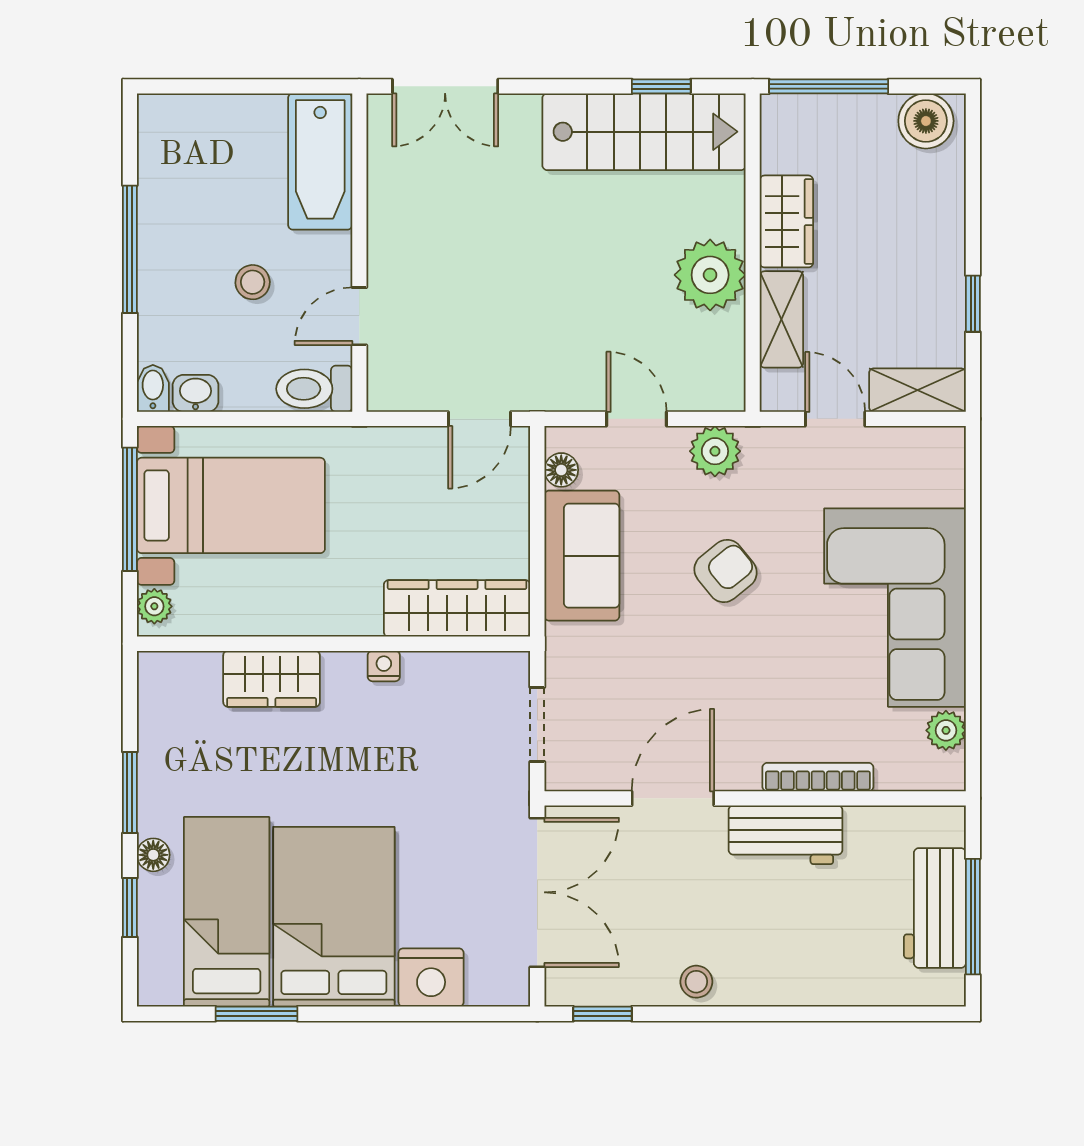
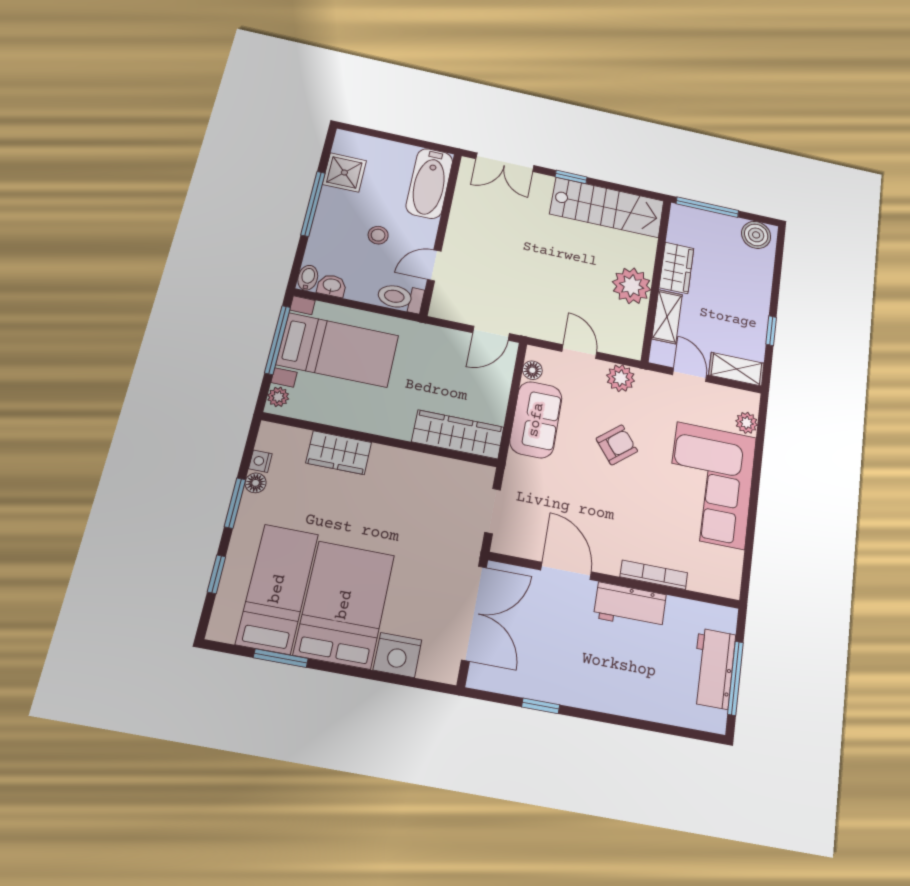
window: (661, 86) -> (571, 177), moved
shower: (169, 177) -> (344, 172), added
nightstand: (384, 666) -> (260, 461), moved, turned -90
plant: (946, 730) -> (747, 423), moved
door: (673, 798) -> (566, 571), hinge flipped
floor lamp: (153, 855) -> (256, 483), moved
stool: (696, 982) -> (563, 688), removed
window: (603, 1014) -> (541, 706), moved

